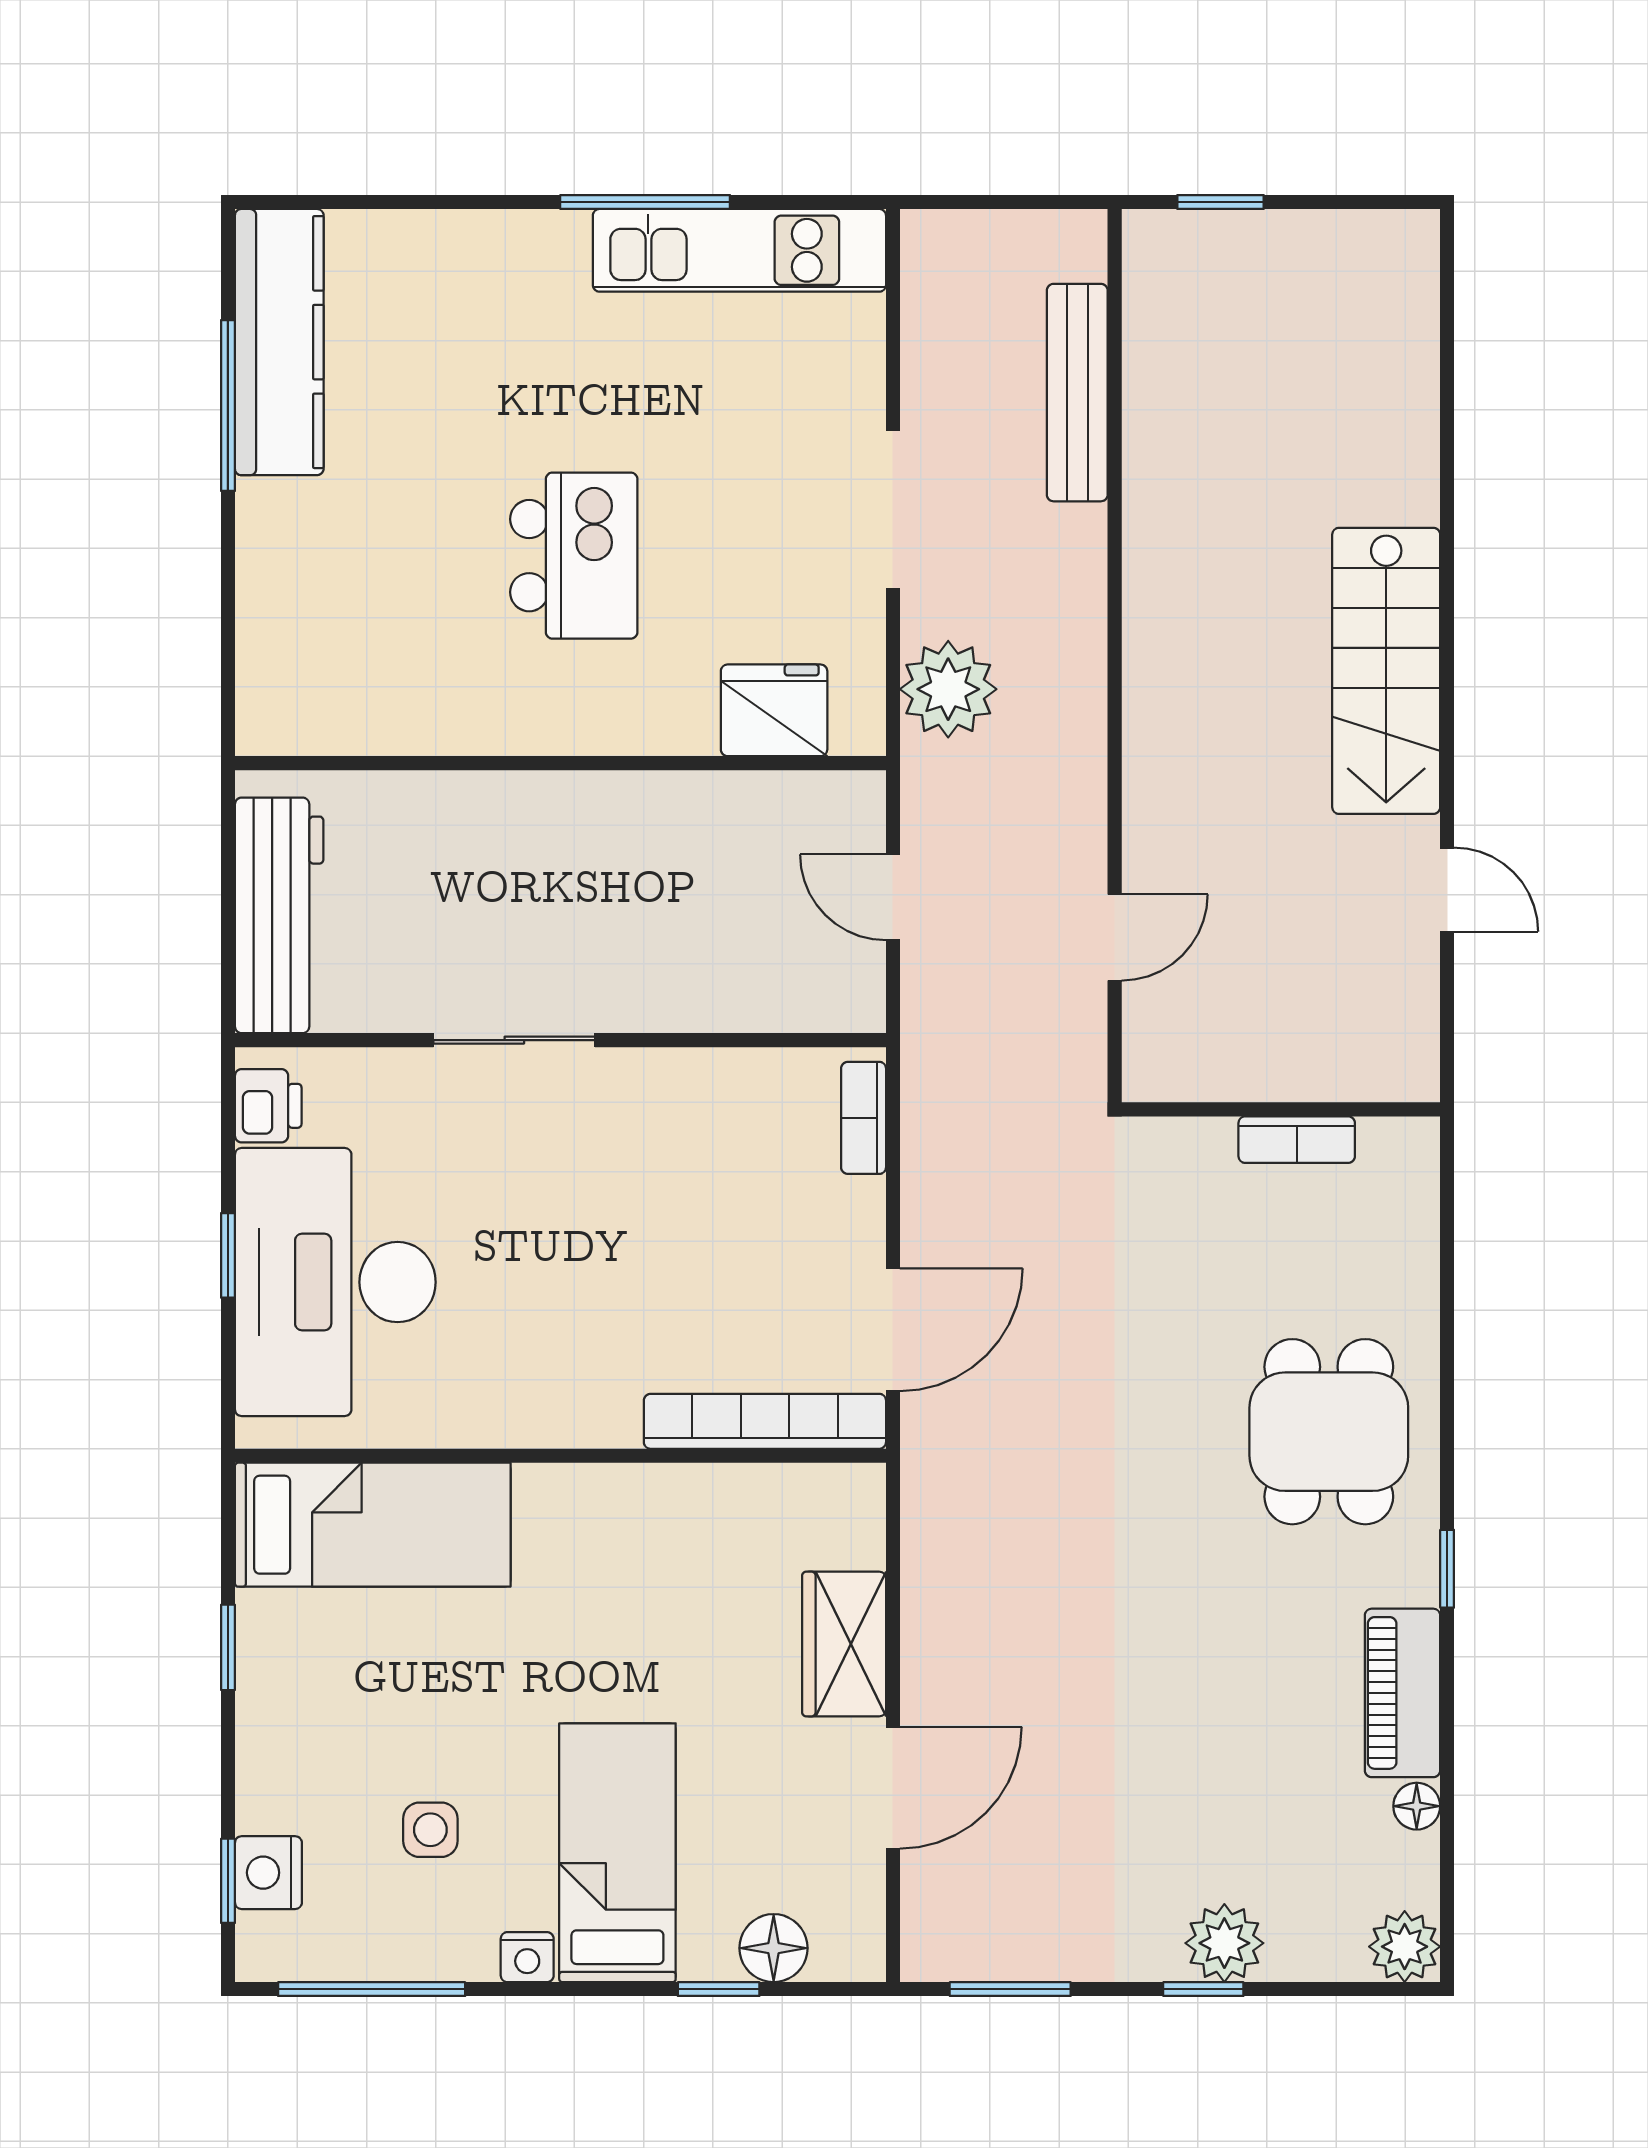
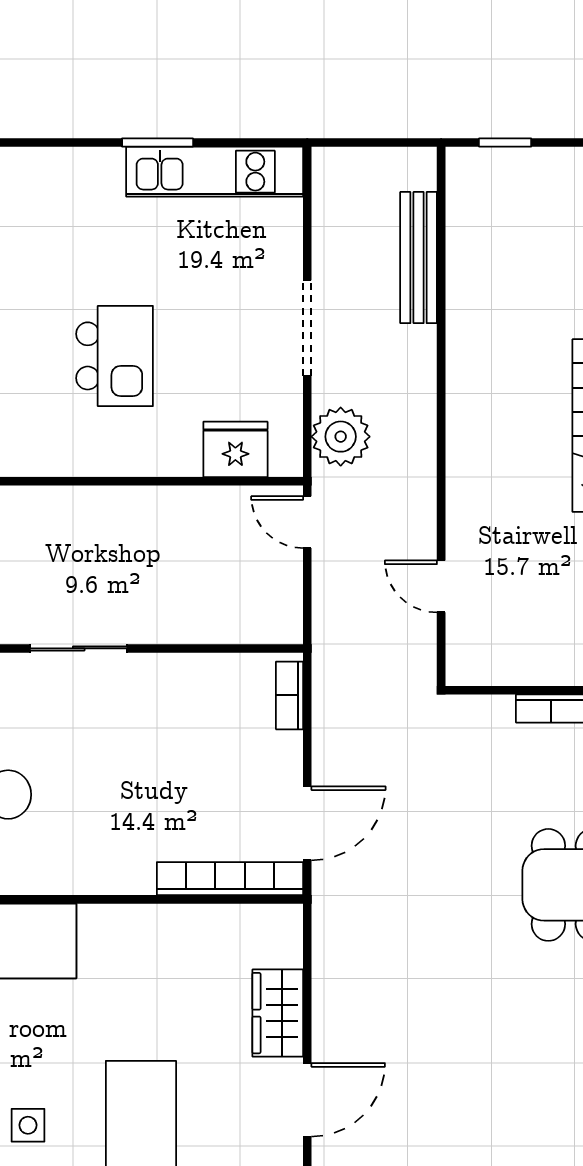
window: (645, 202) -> (158, 142), width x0.69
door: (893, 897) -> (307, 522), moved
door: (1115, 937) -> (441, 586), swing flipped

